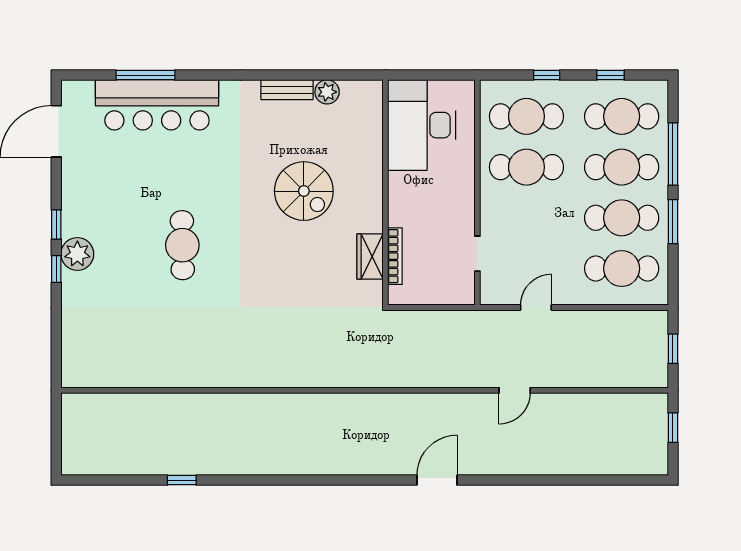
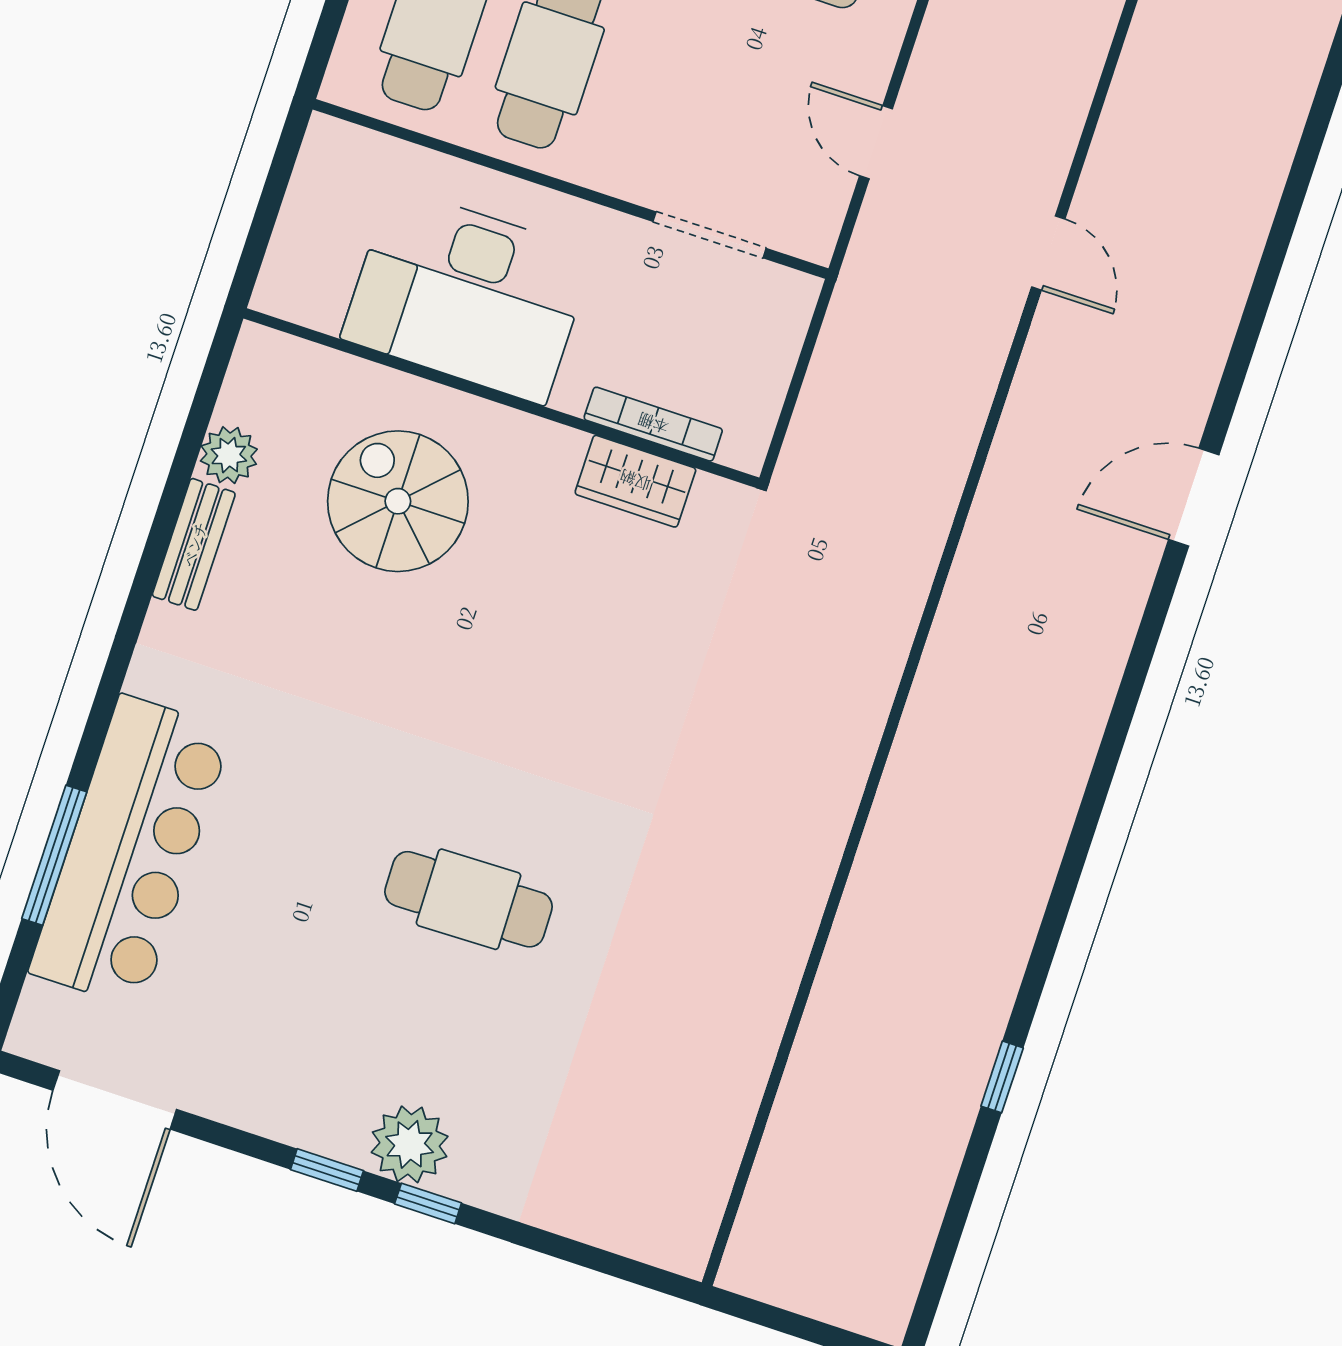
desk: (422, 125) -> (468, 295), moved
spiral stairs: (304, 191) -> (398, 501), moved, turned -90
doorway: (477, 254) -> (710, 235), width x1.38
door: (437, 480) -> (1194, 497), hinge flipped

